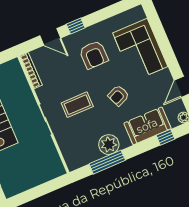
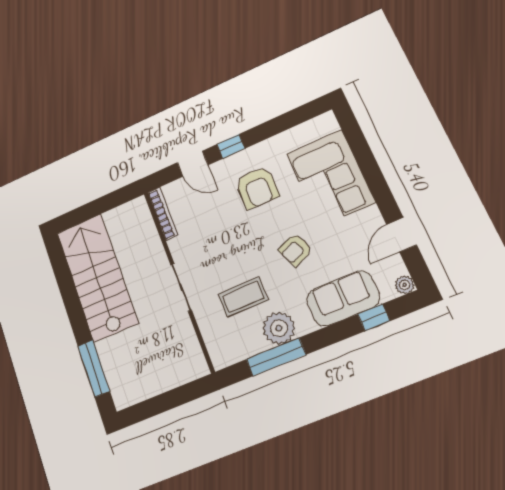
coffee table: (77, 105) -> (243, 297), moved

